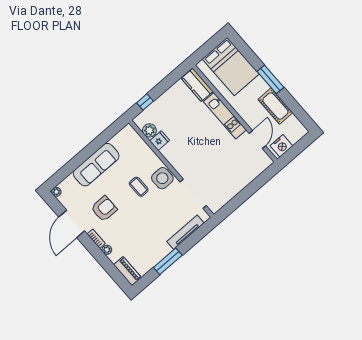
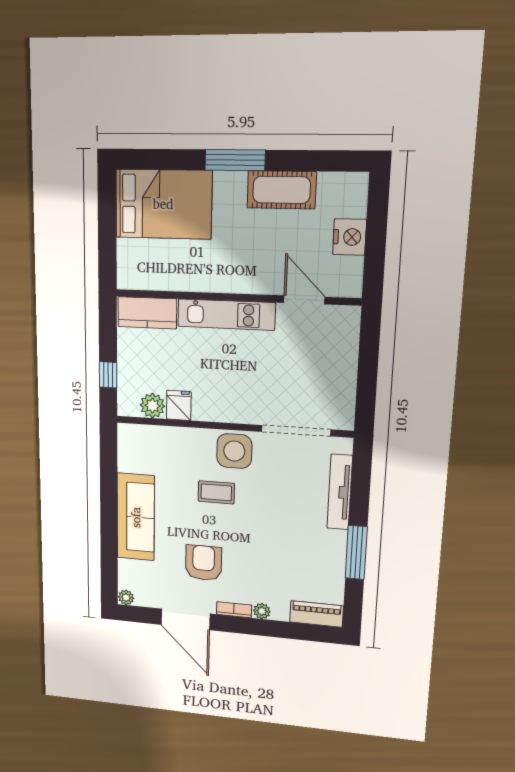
kitchen counter: (197, 85) -> (147, 313), moved
wall: (235, 114) -> (236, 297), moved
kitchen unit: (225, 116) -> (226, 315), moved
door: (257, 140) -> (304, 300), moved

